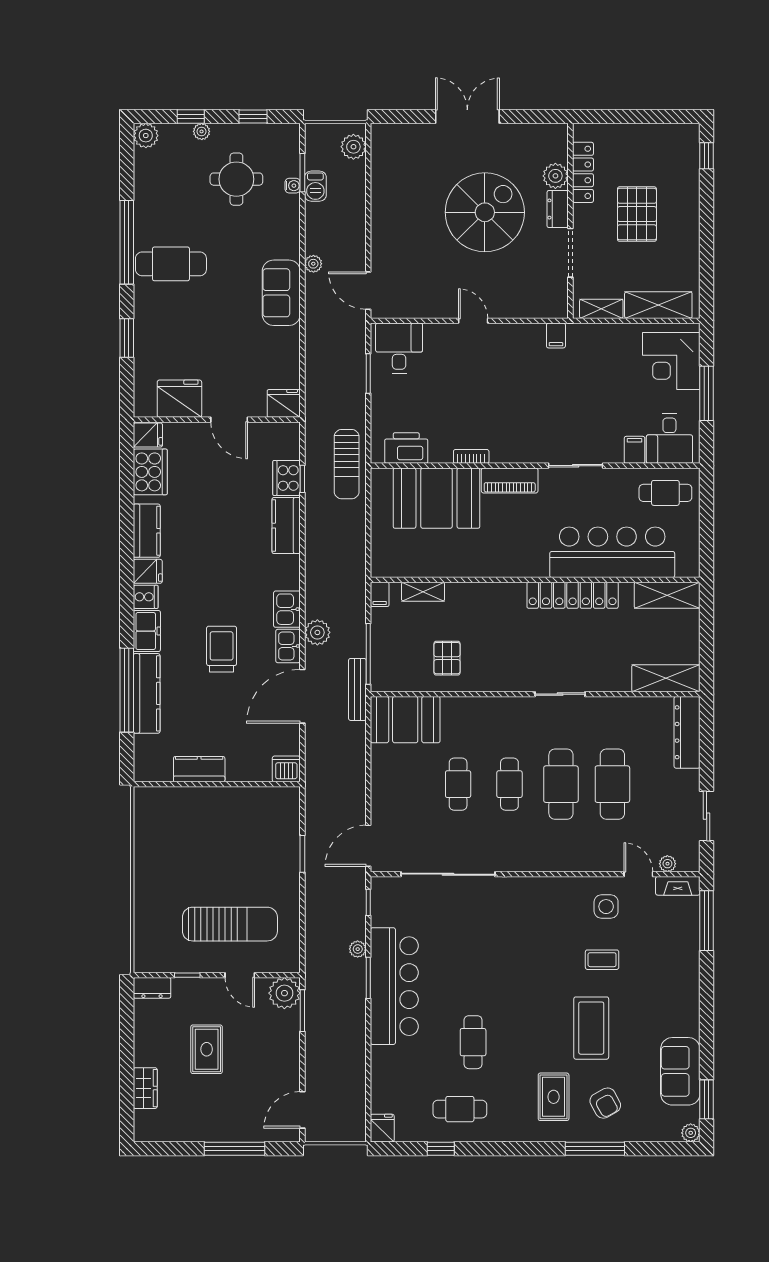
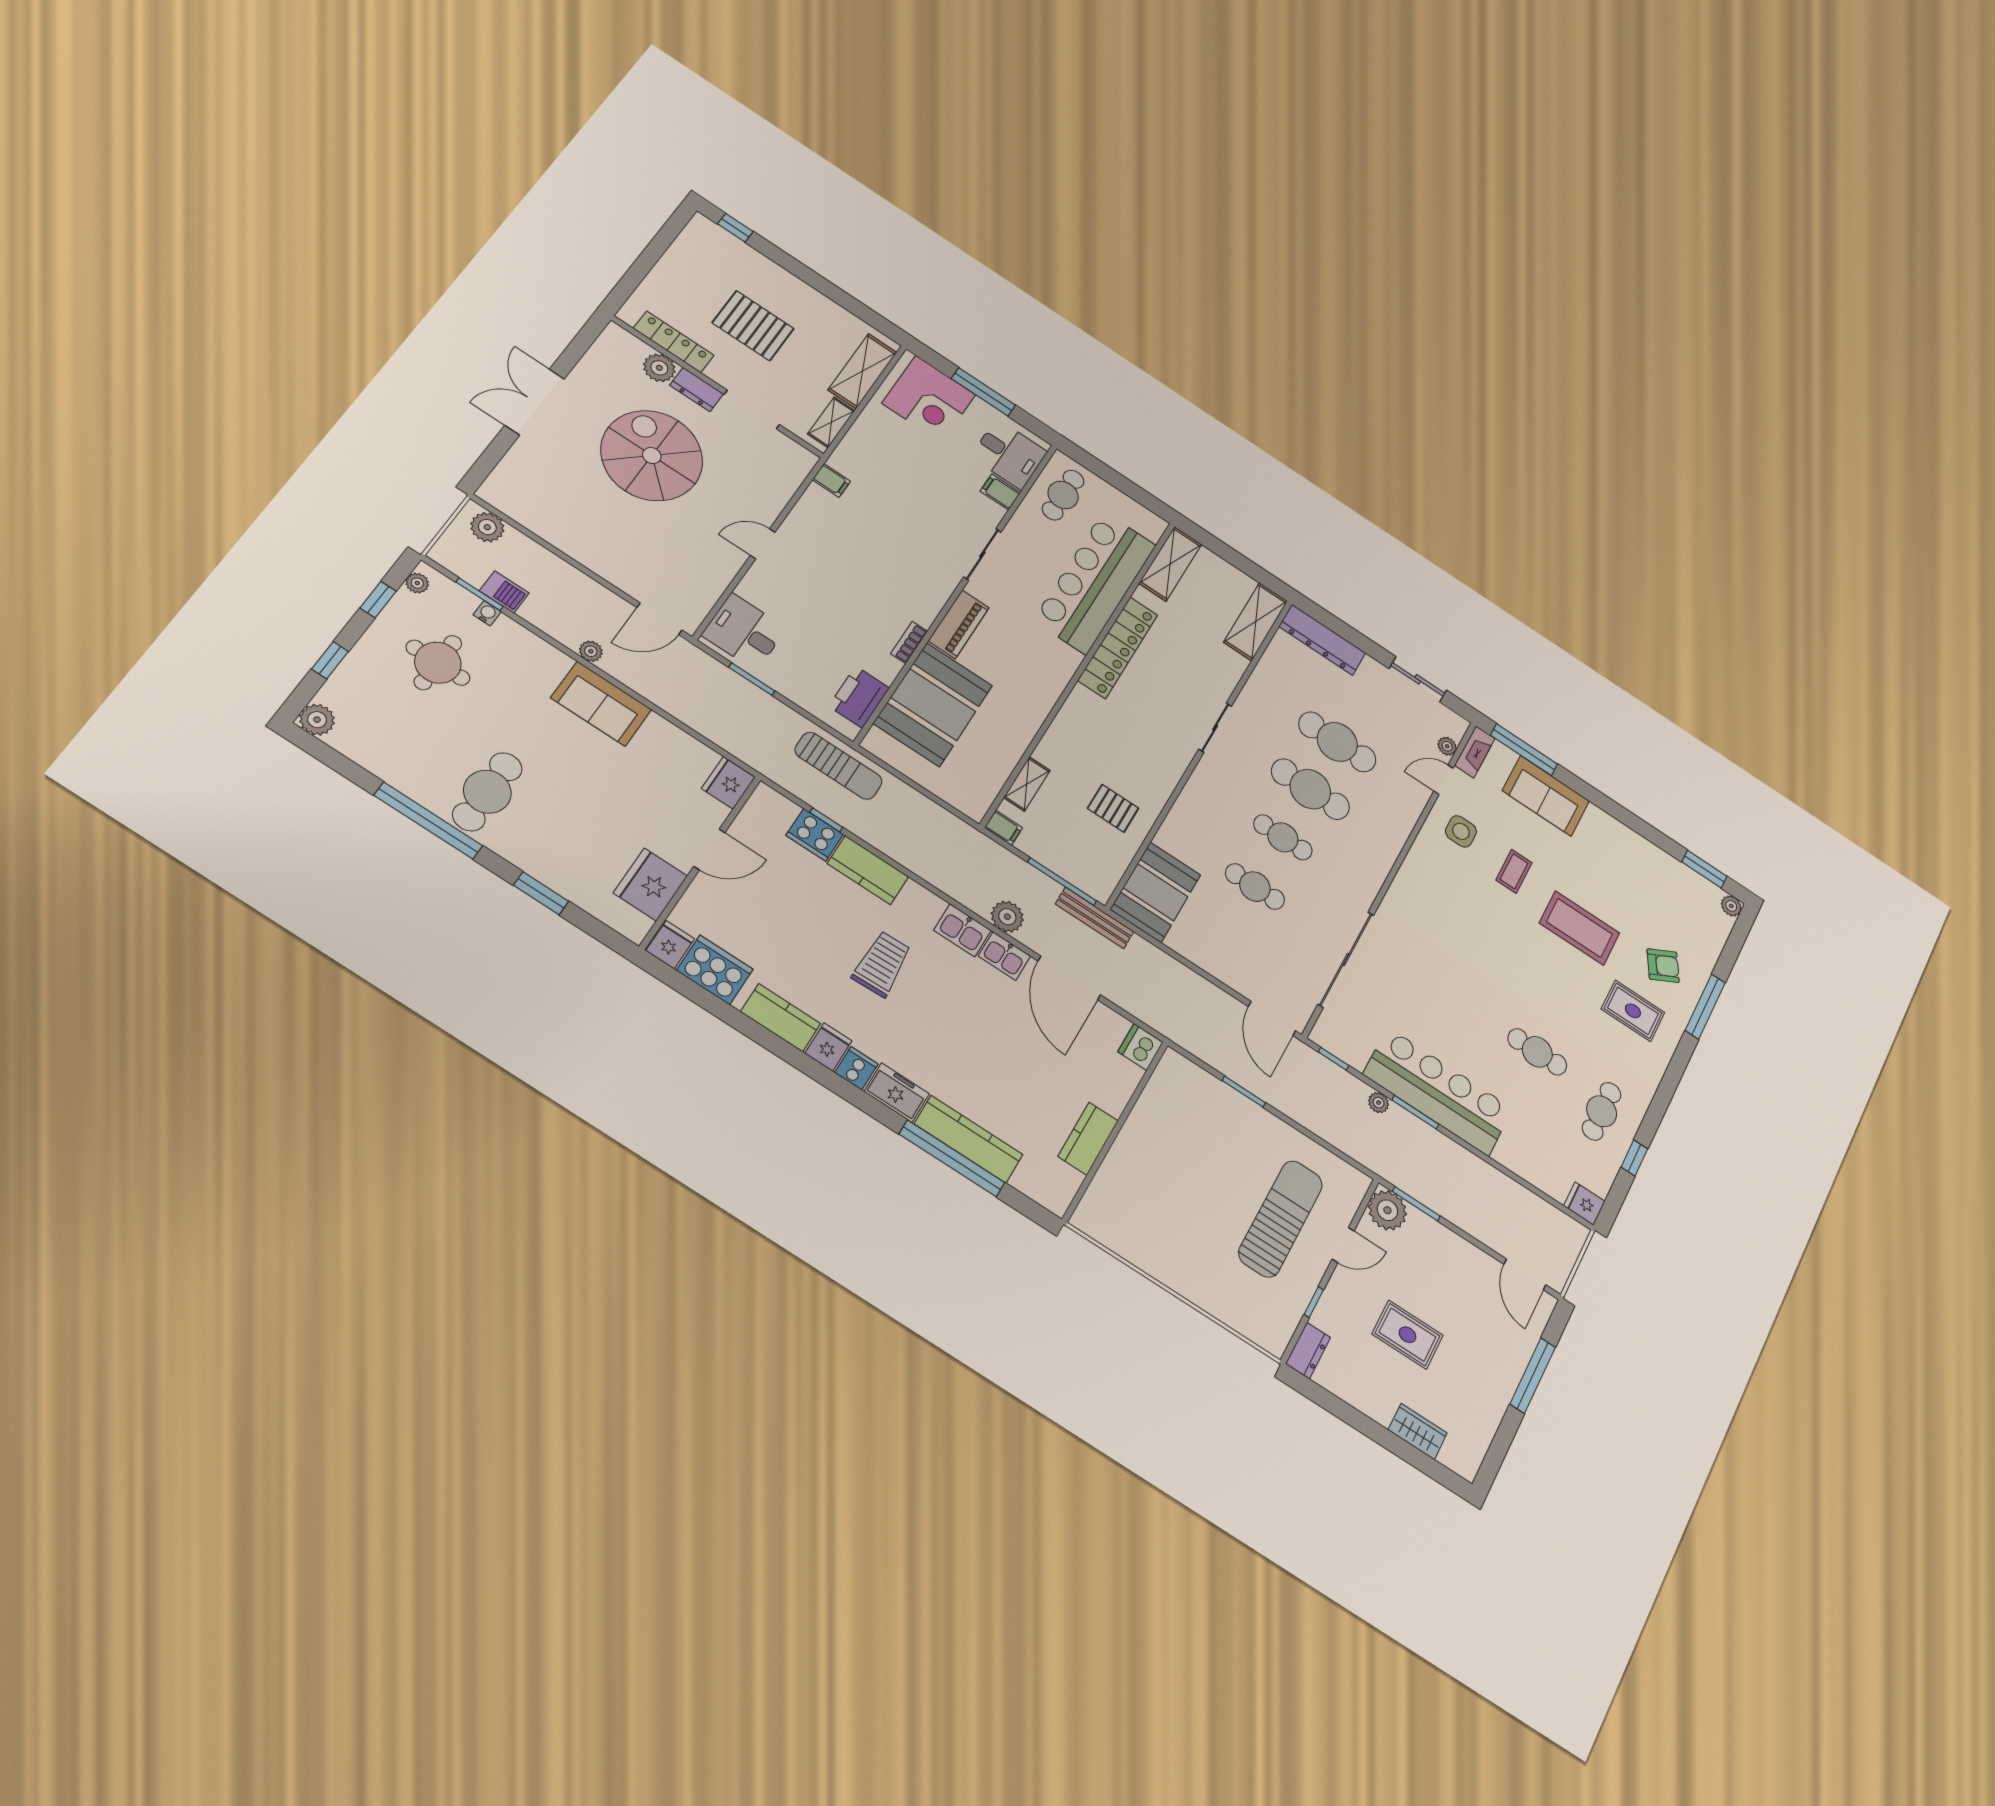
plant: (202, 131) -> (417, 583), moved
trolley: (222, 649) -> (882, 964), moved, turned 88
sofa: (680, 1071) -> (1546, 796), moved

